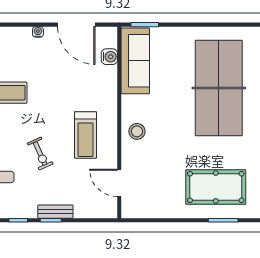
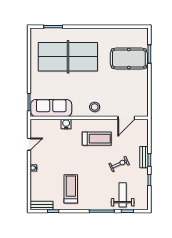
door: (76, 25) -> (29, 144), width x0.53
water cooler: (109, 57) -> (66, 124), moved
exercise bike: (40, 154) -> (119, 164), moved
pool table: (216, 187) -> (129, 58), turned 90

